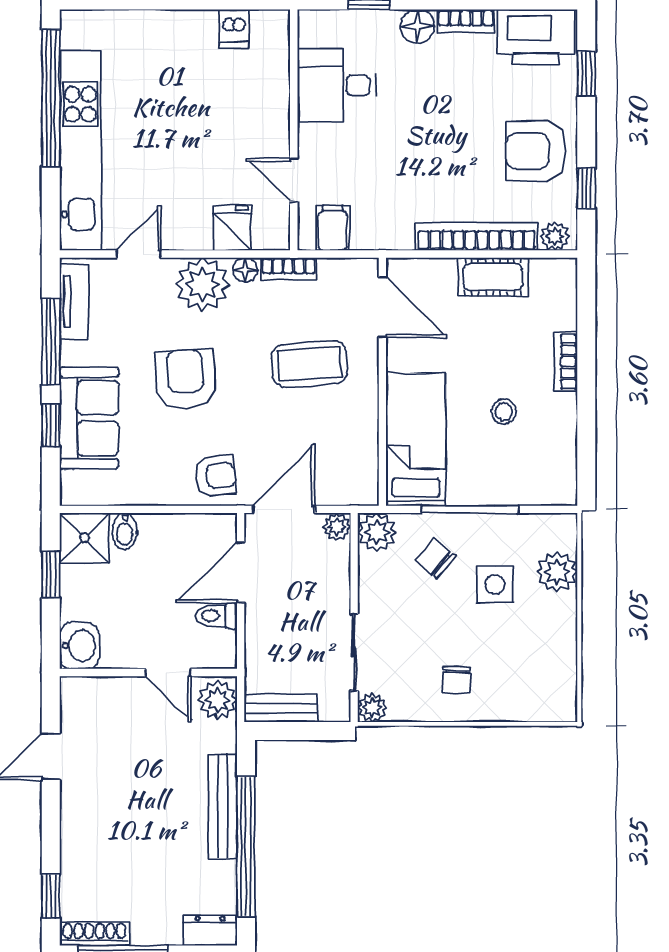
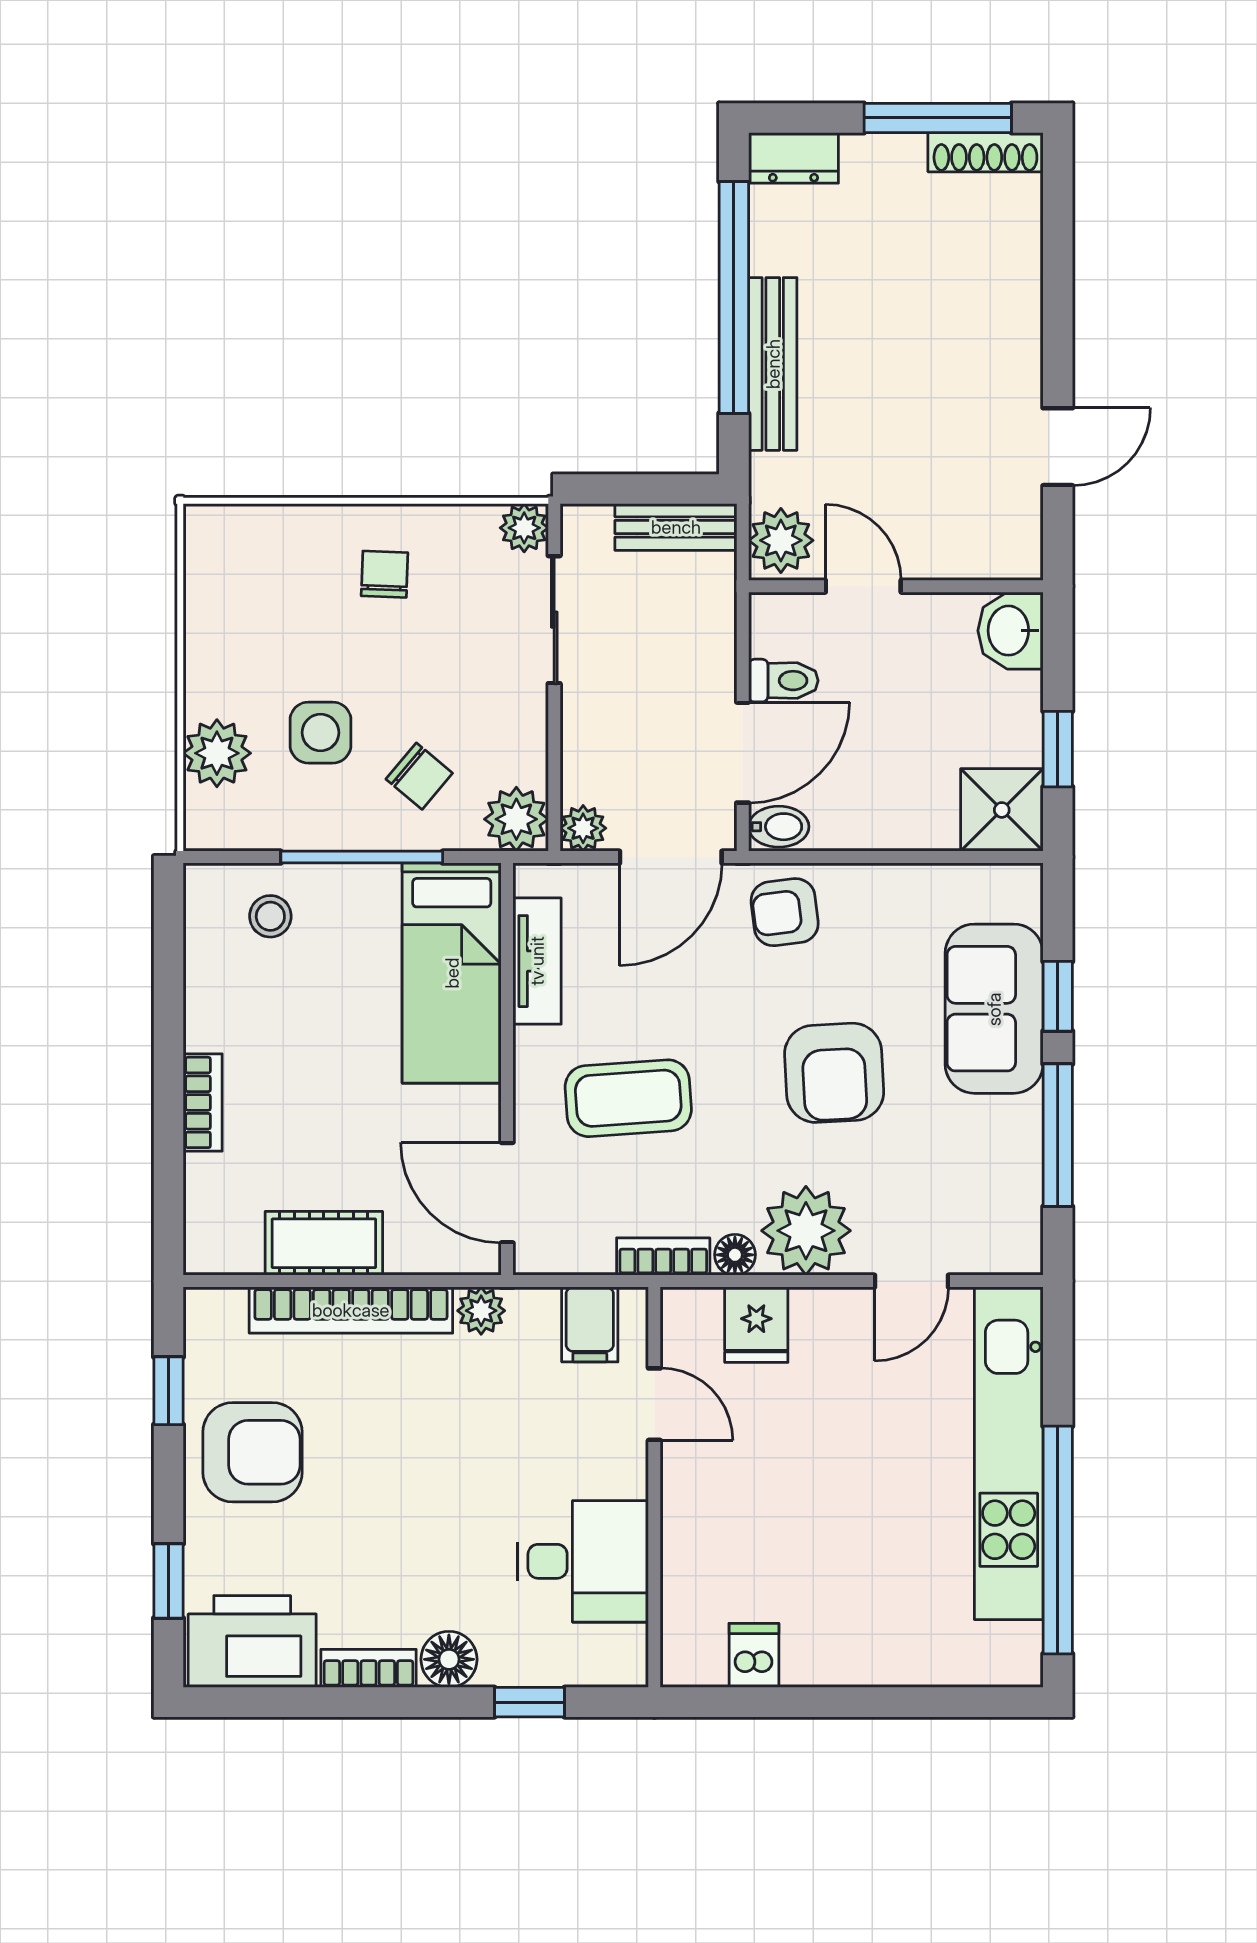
plant: (555, 236) -> (481, 1311), moved
tv unit: (74, 302) -> (537, 961), moved, turned 180
stool: (504, 412) -> (270, 916), moved
bidet: (125, 531) -> (779, 827), moved, turned 90
window: (51, 896) -> (1058, 215), removed

